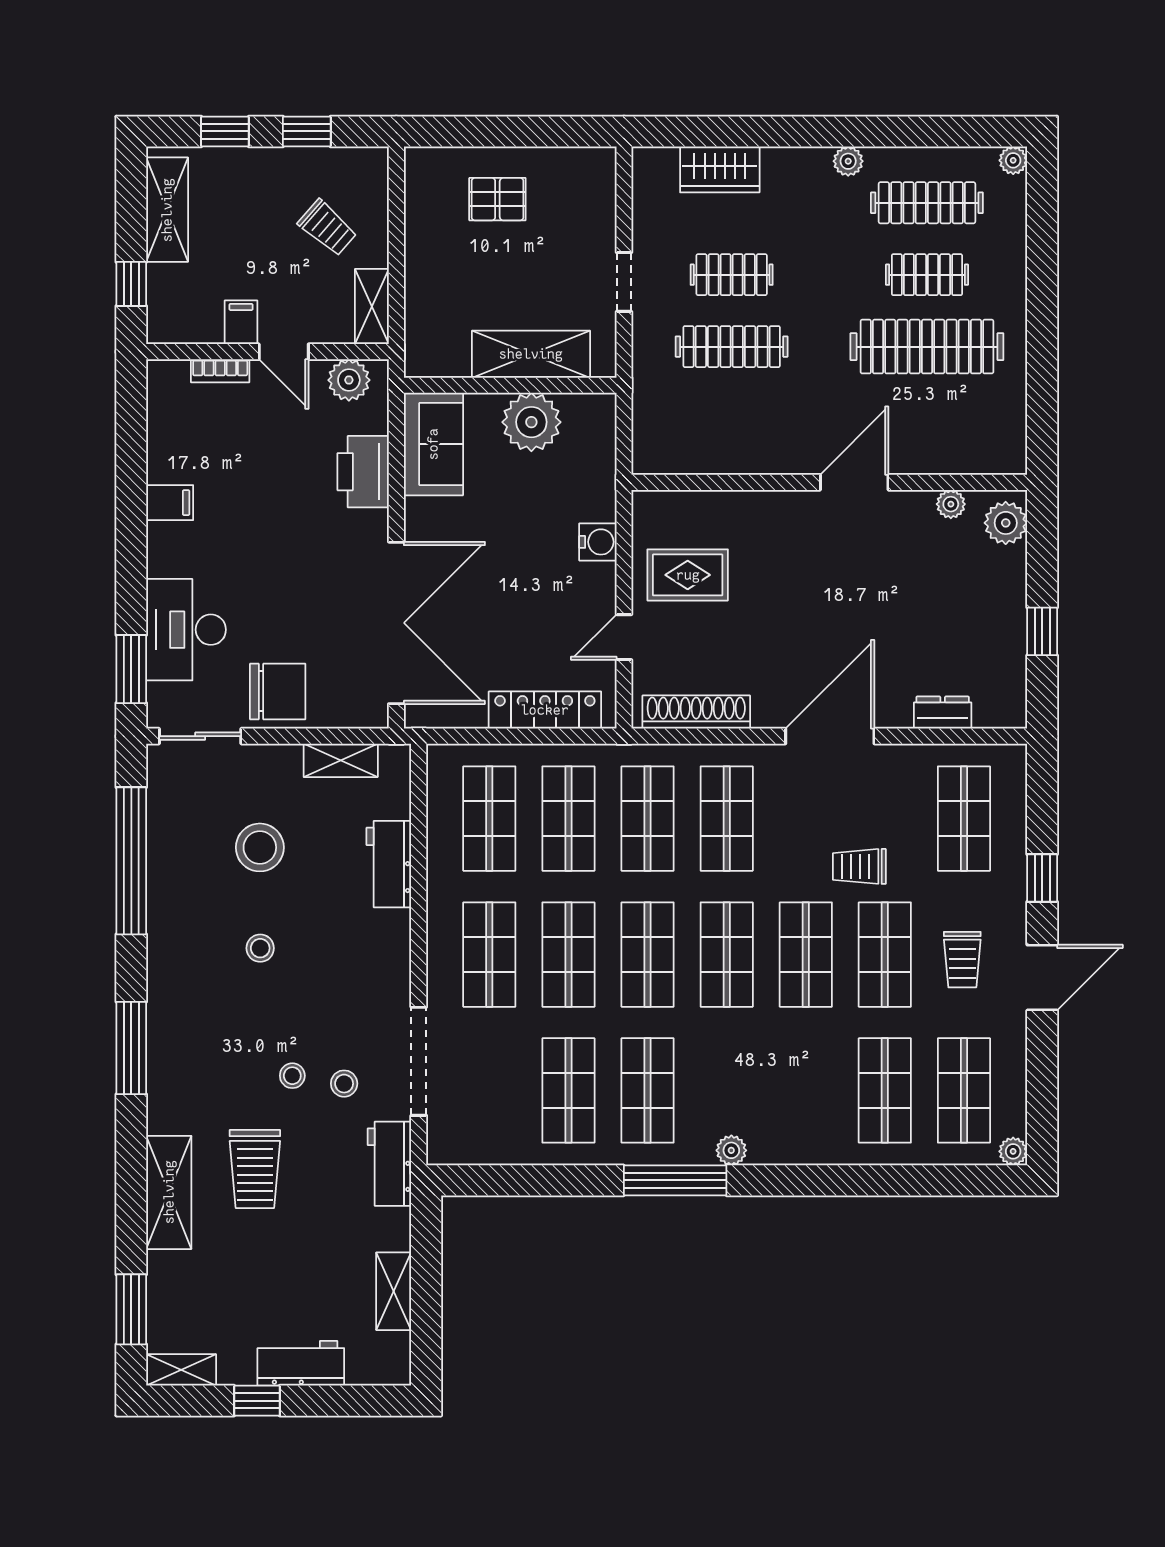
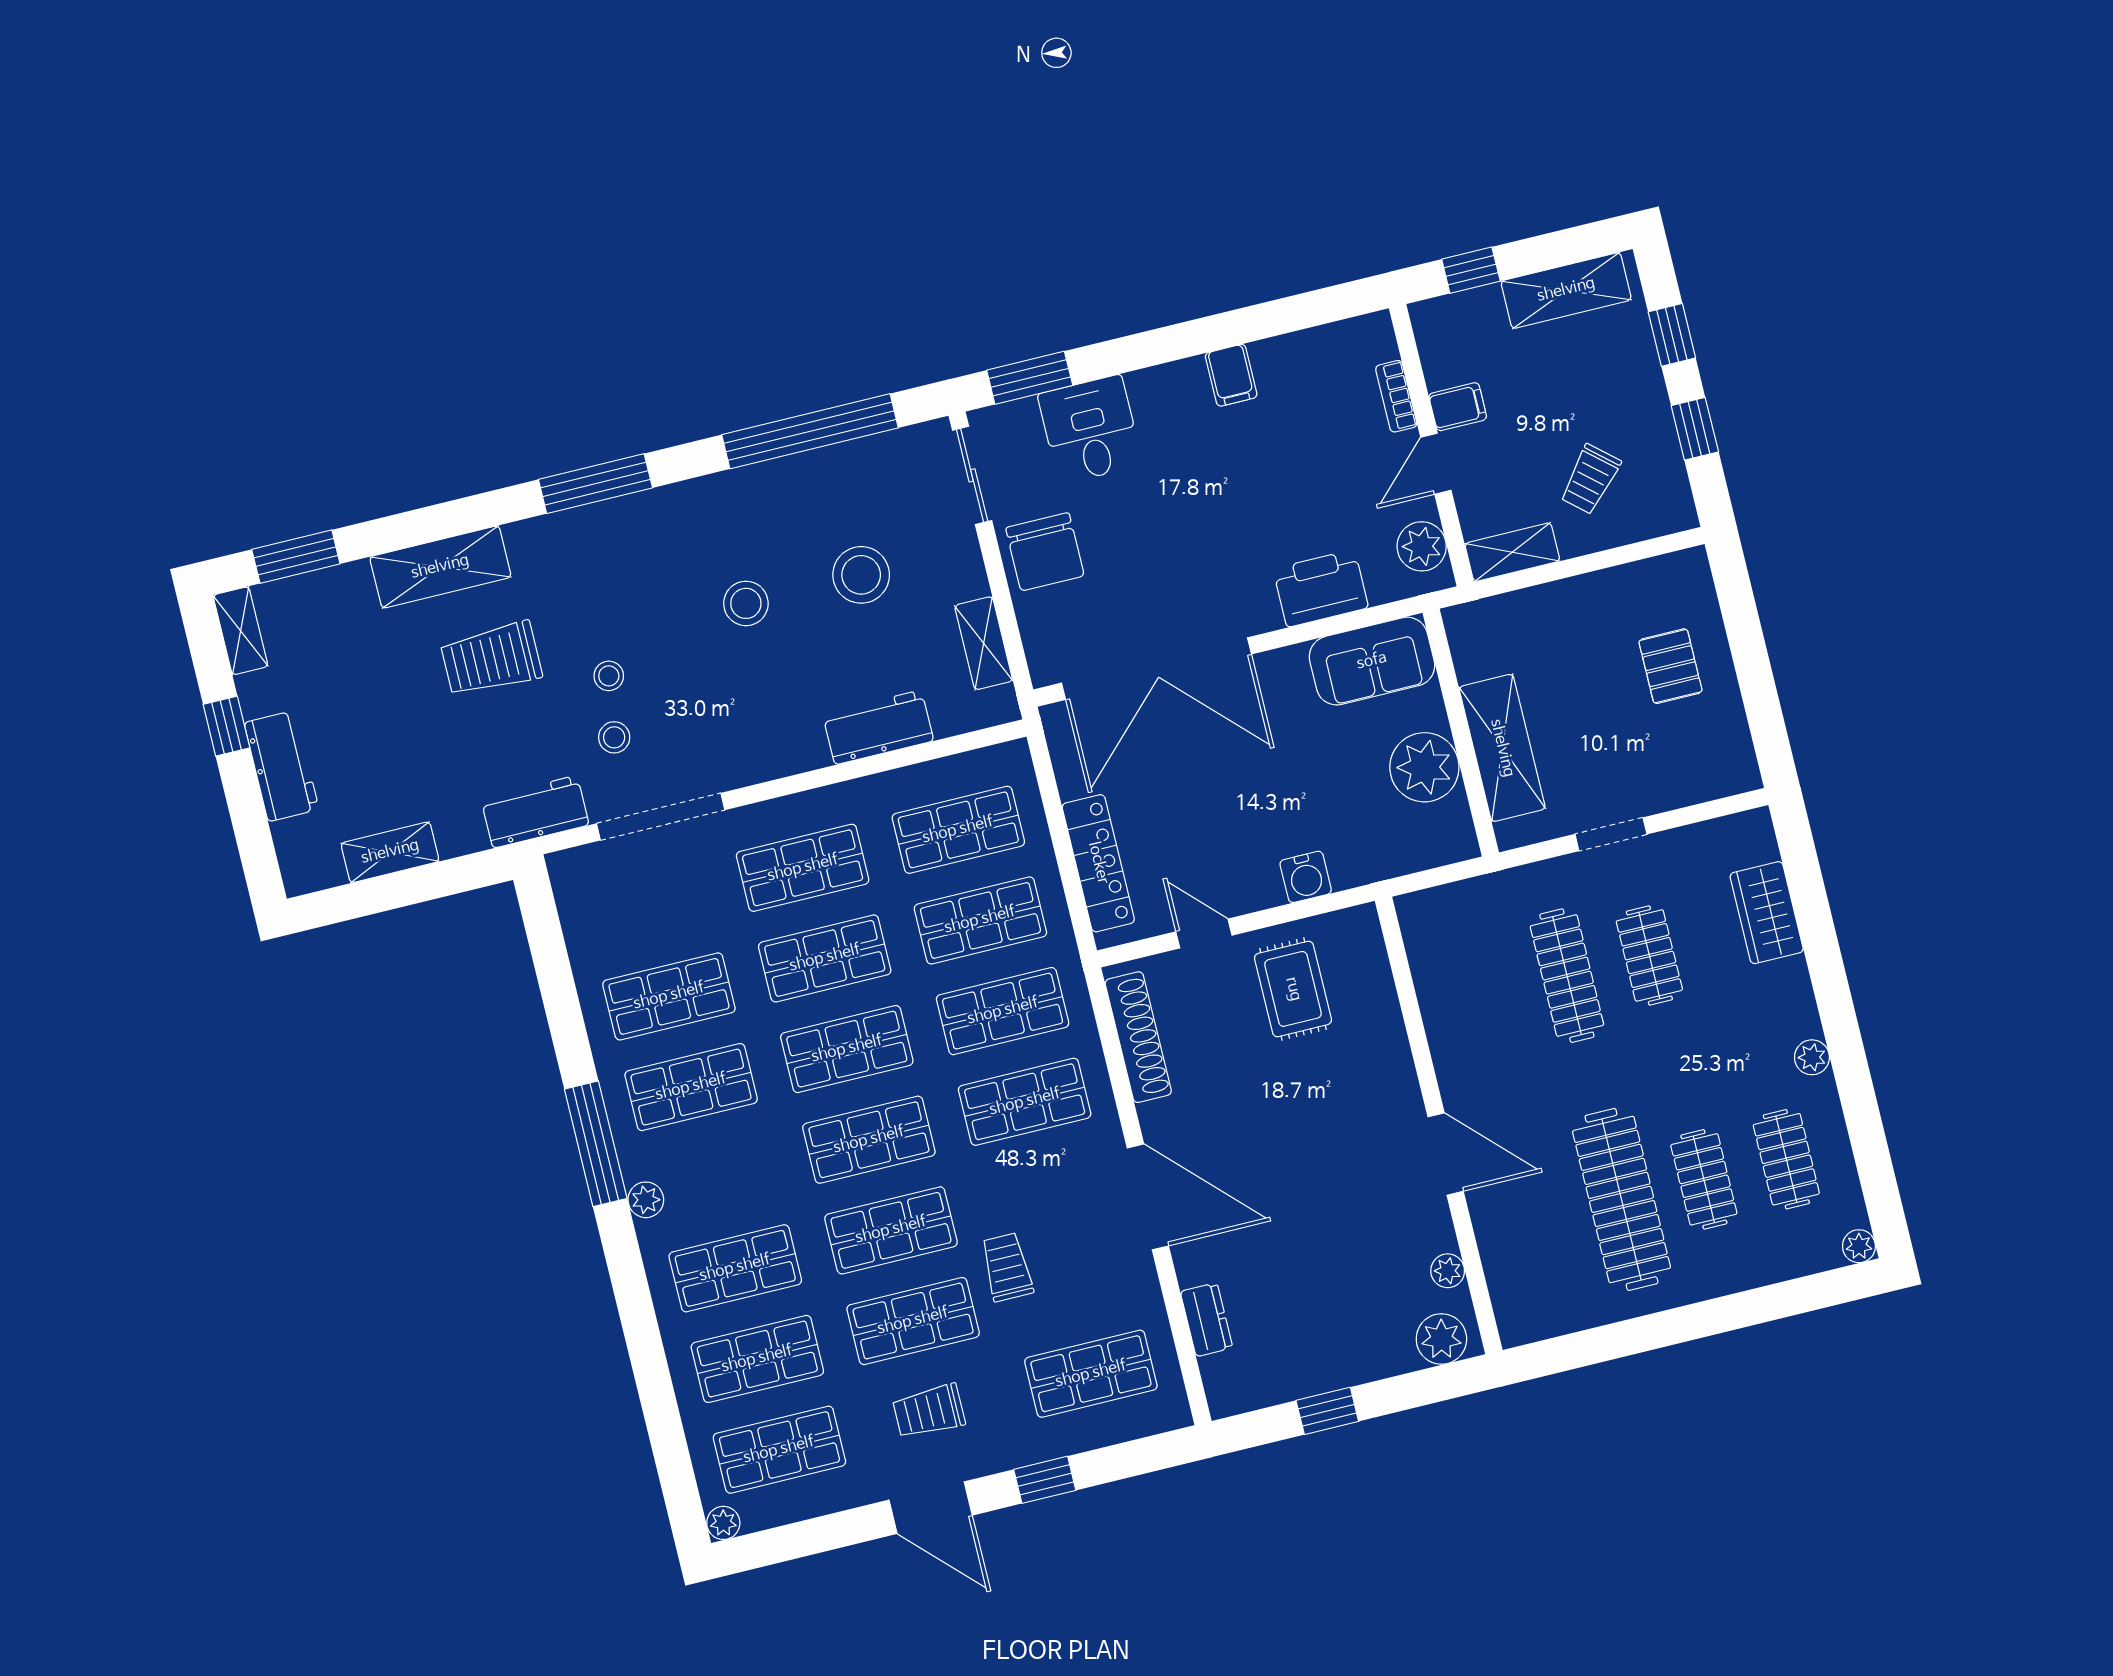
clothes rail: (927, 203) -> (1786, 1159), width x0.73
desk: (186, 630) -> (1090, 430), width x0.73
stool: (260, 948) -> (746, 603), width x1.37, depth x1.37
shop shelf: (806, 1090) -> (735, 1268), added

